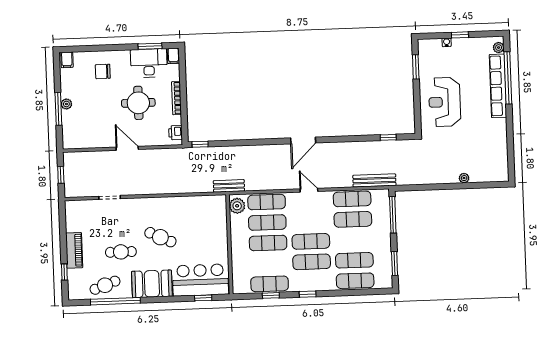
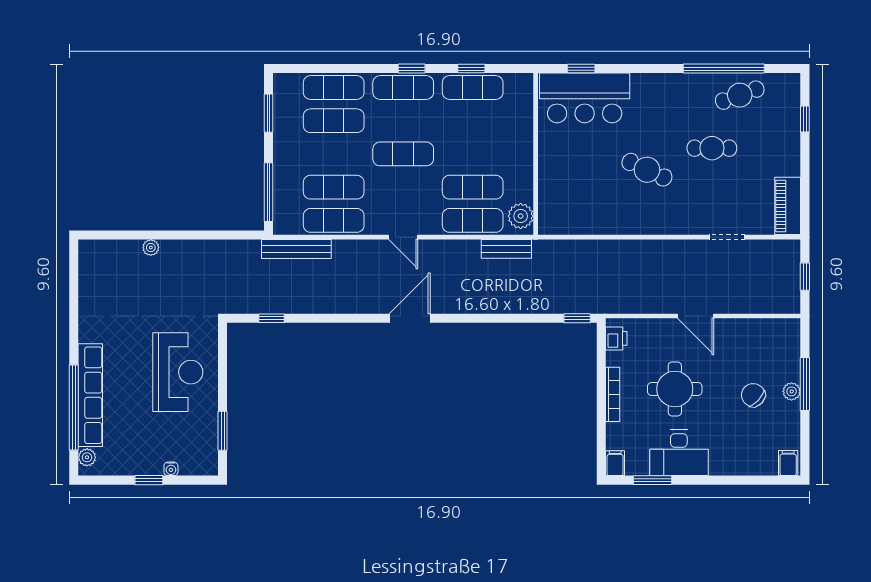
desk: (149, 63) -> (679, 453), moved
chair: (103, 71) -> (753, 395), moved, turned -137
bench: (229, 186) -> (506, 249), moved
exercise mat: (268, 243) -> (473, 154), removed
piano: (74, 250) -> (788, 206), moved
exercise mat: (312, 262) -> (403, 87), moved
booth: (152, 284) -> (664, 95), removed

